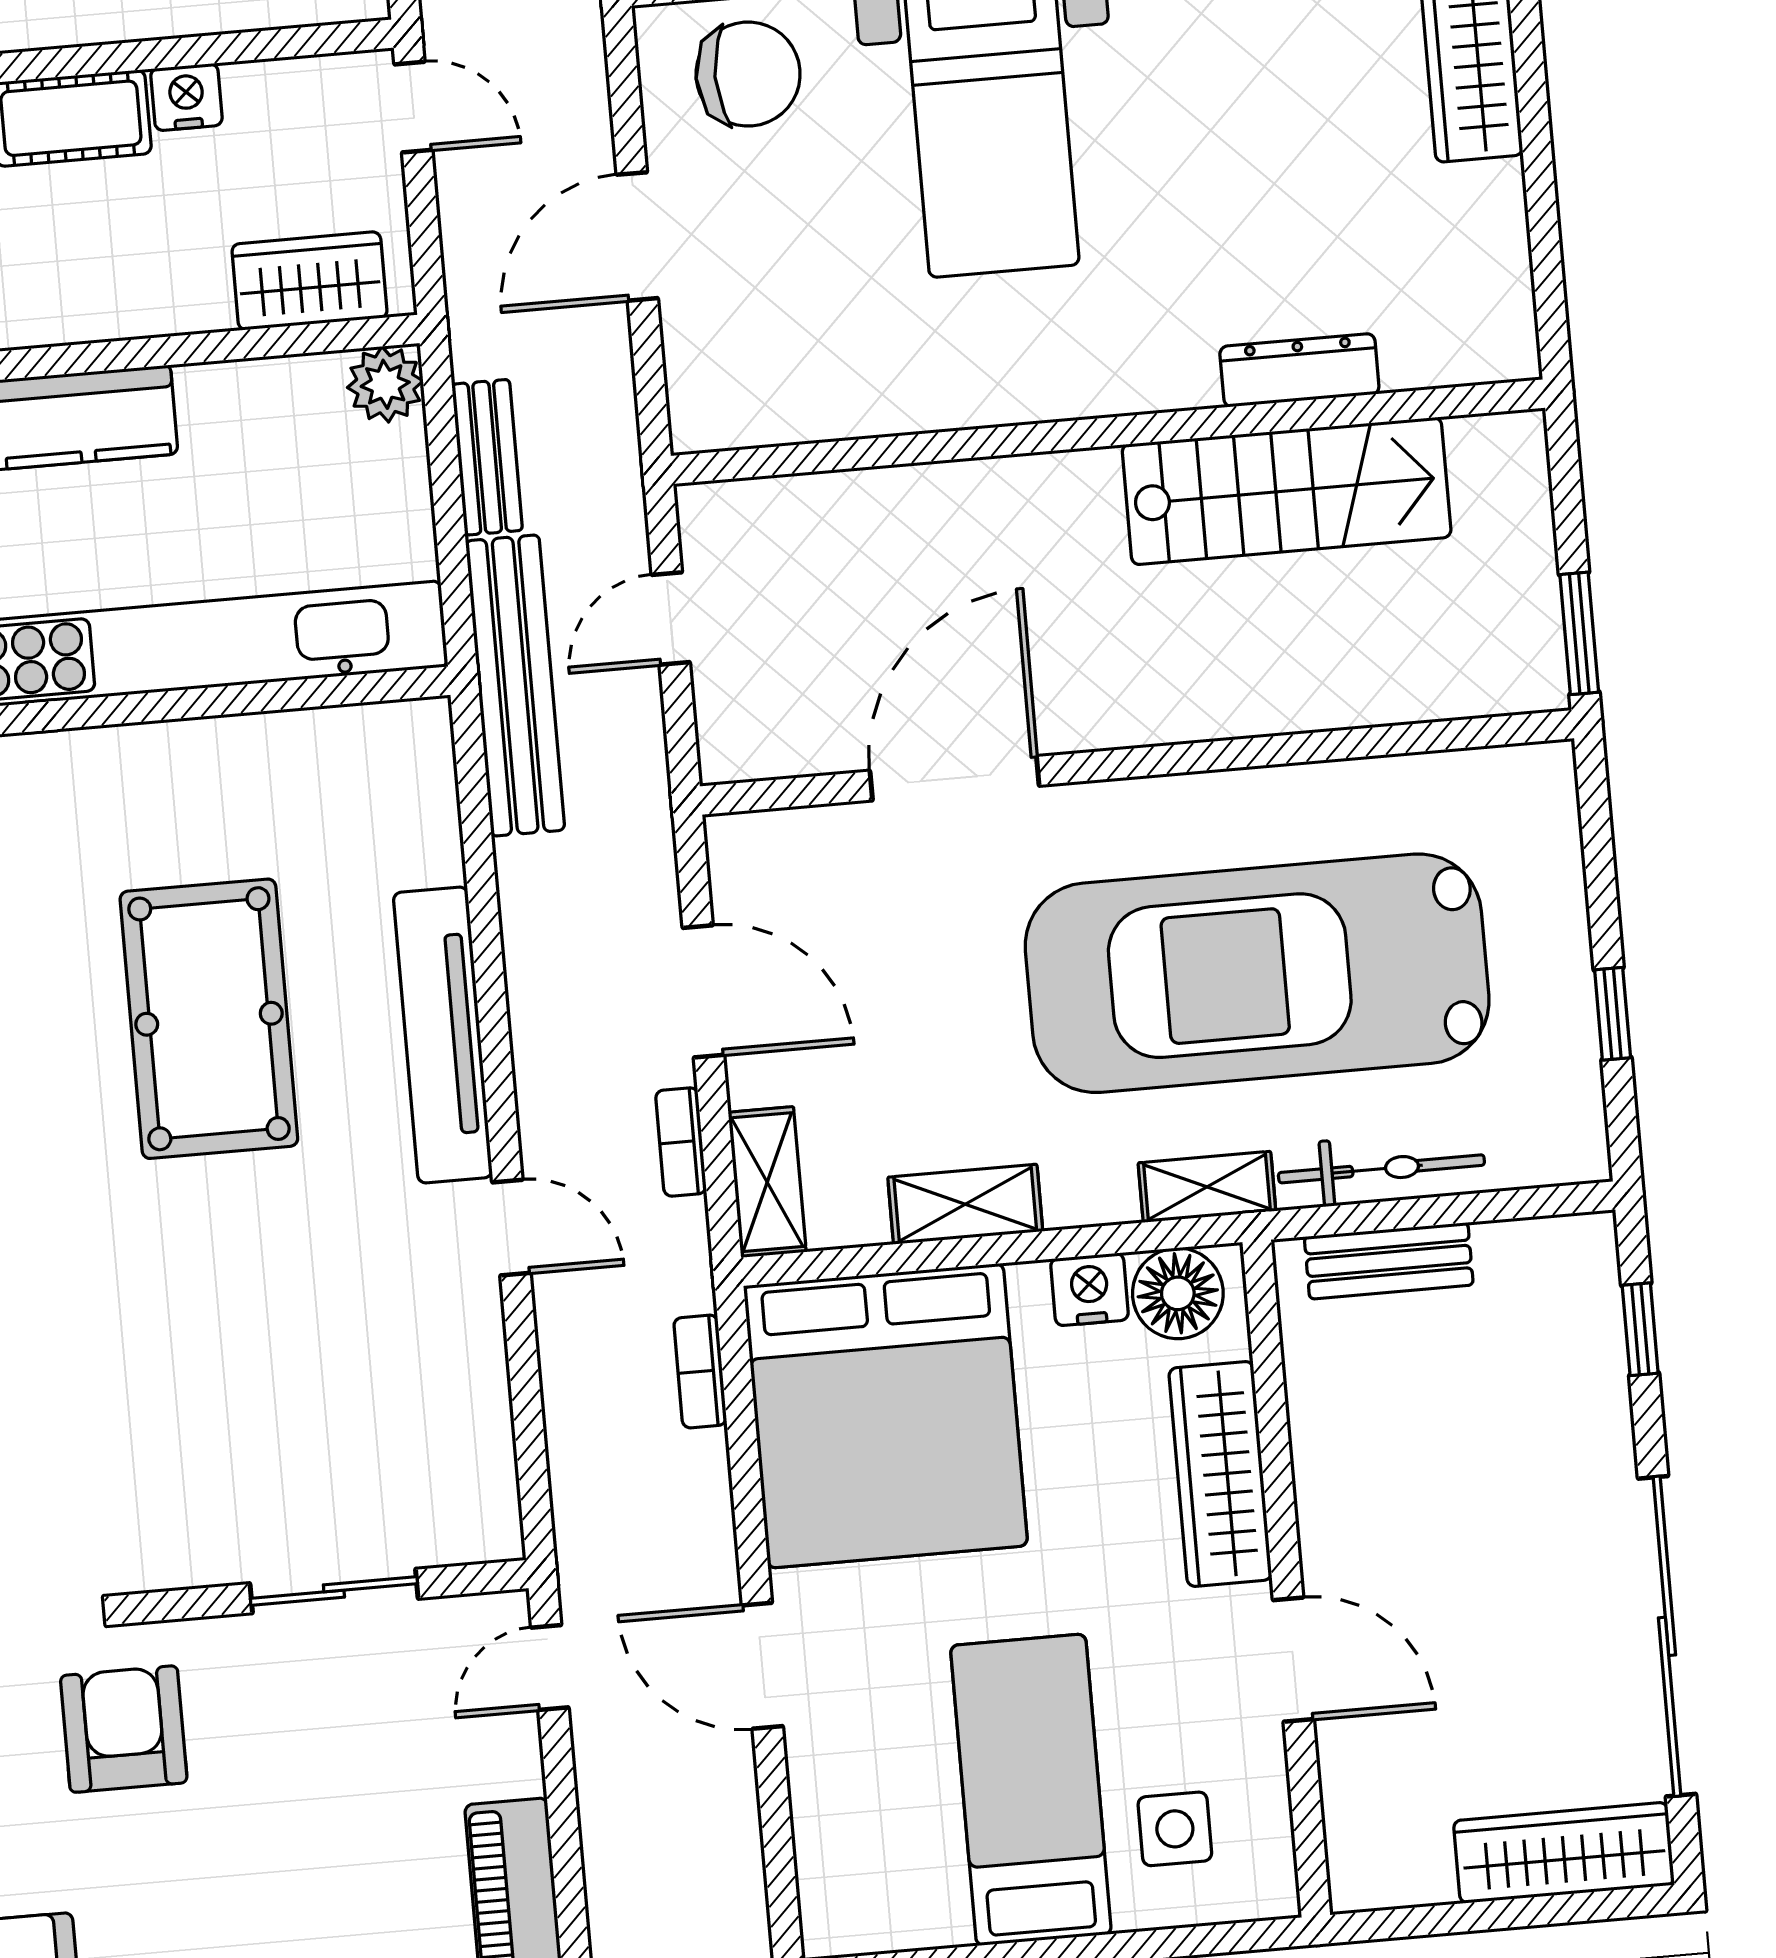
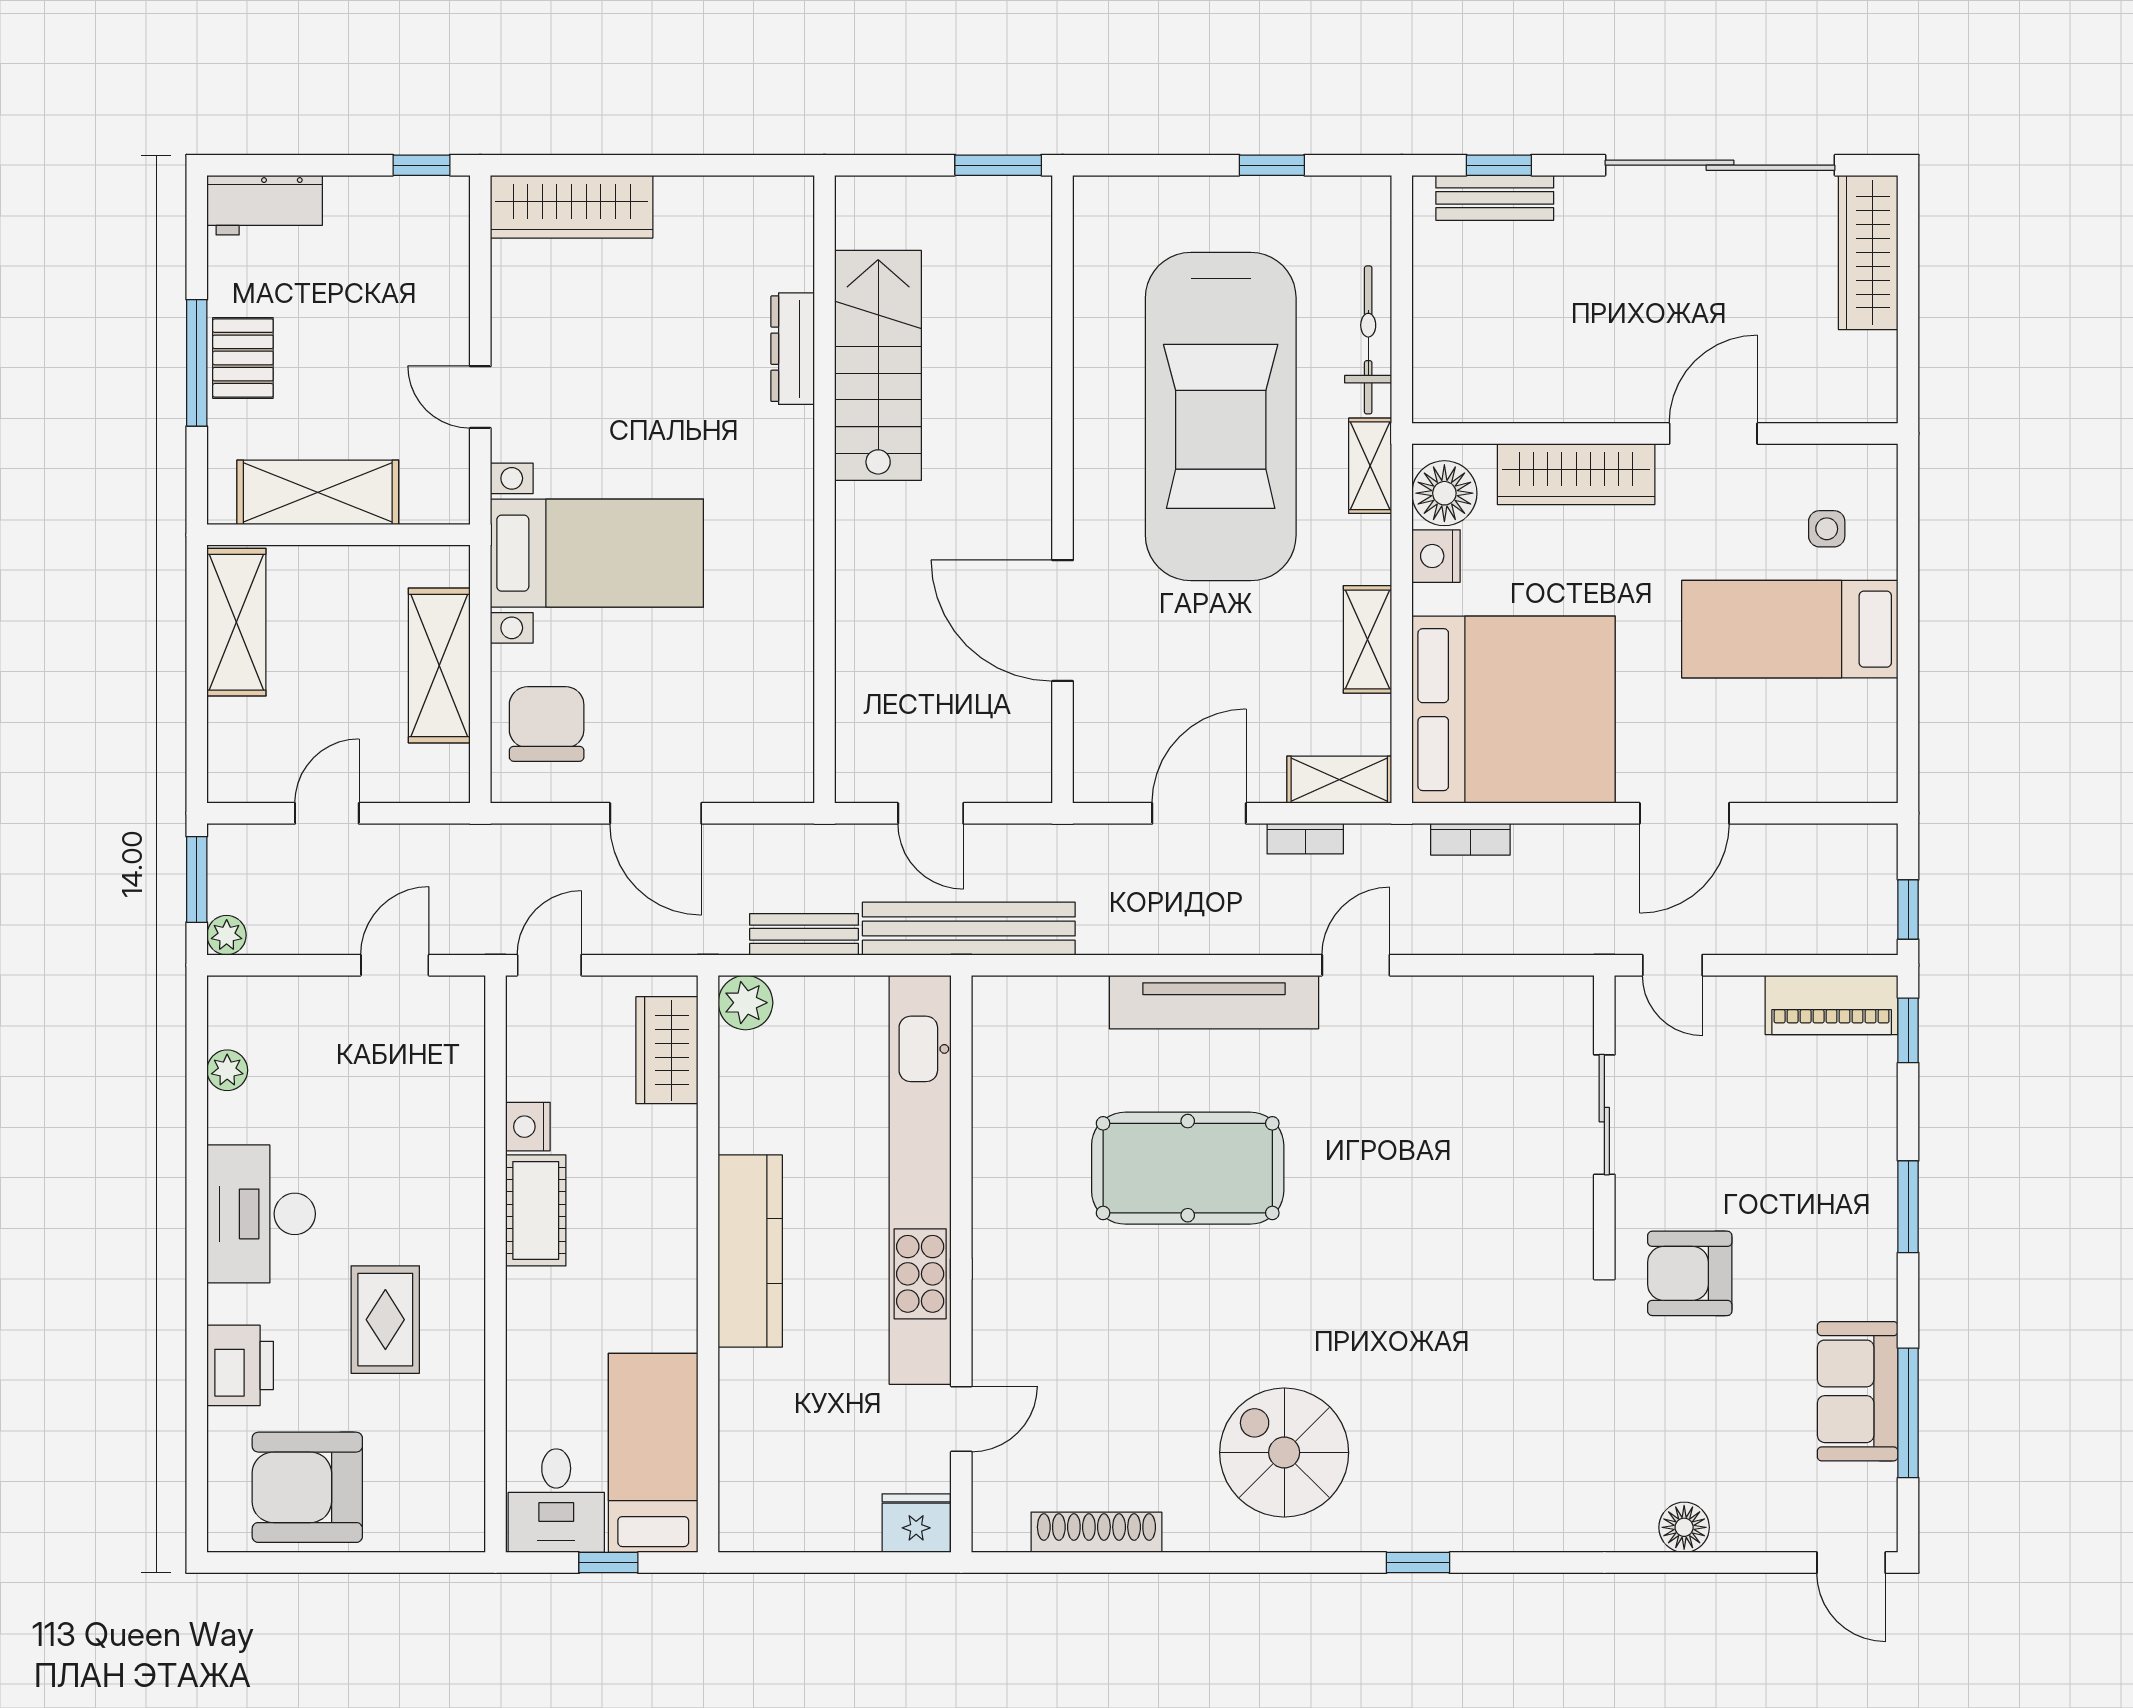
bench: (1389, 1261) -> (1495, 198), moved, turned 90
side table: (1175, 1829) -> (1827, 529), width x0.73, depth x0.73

